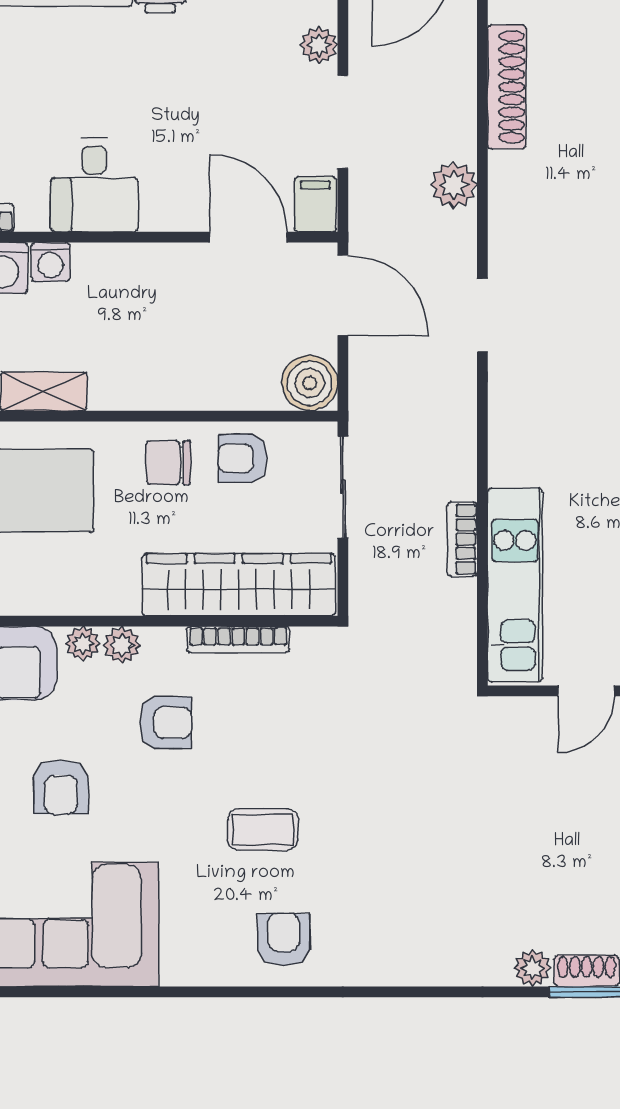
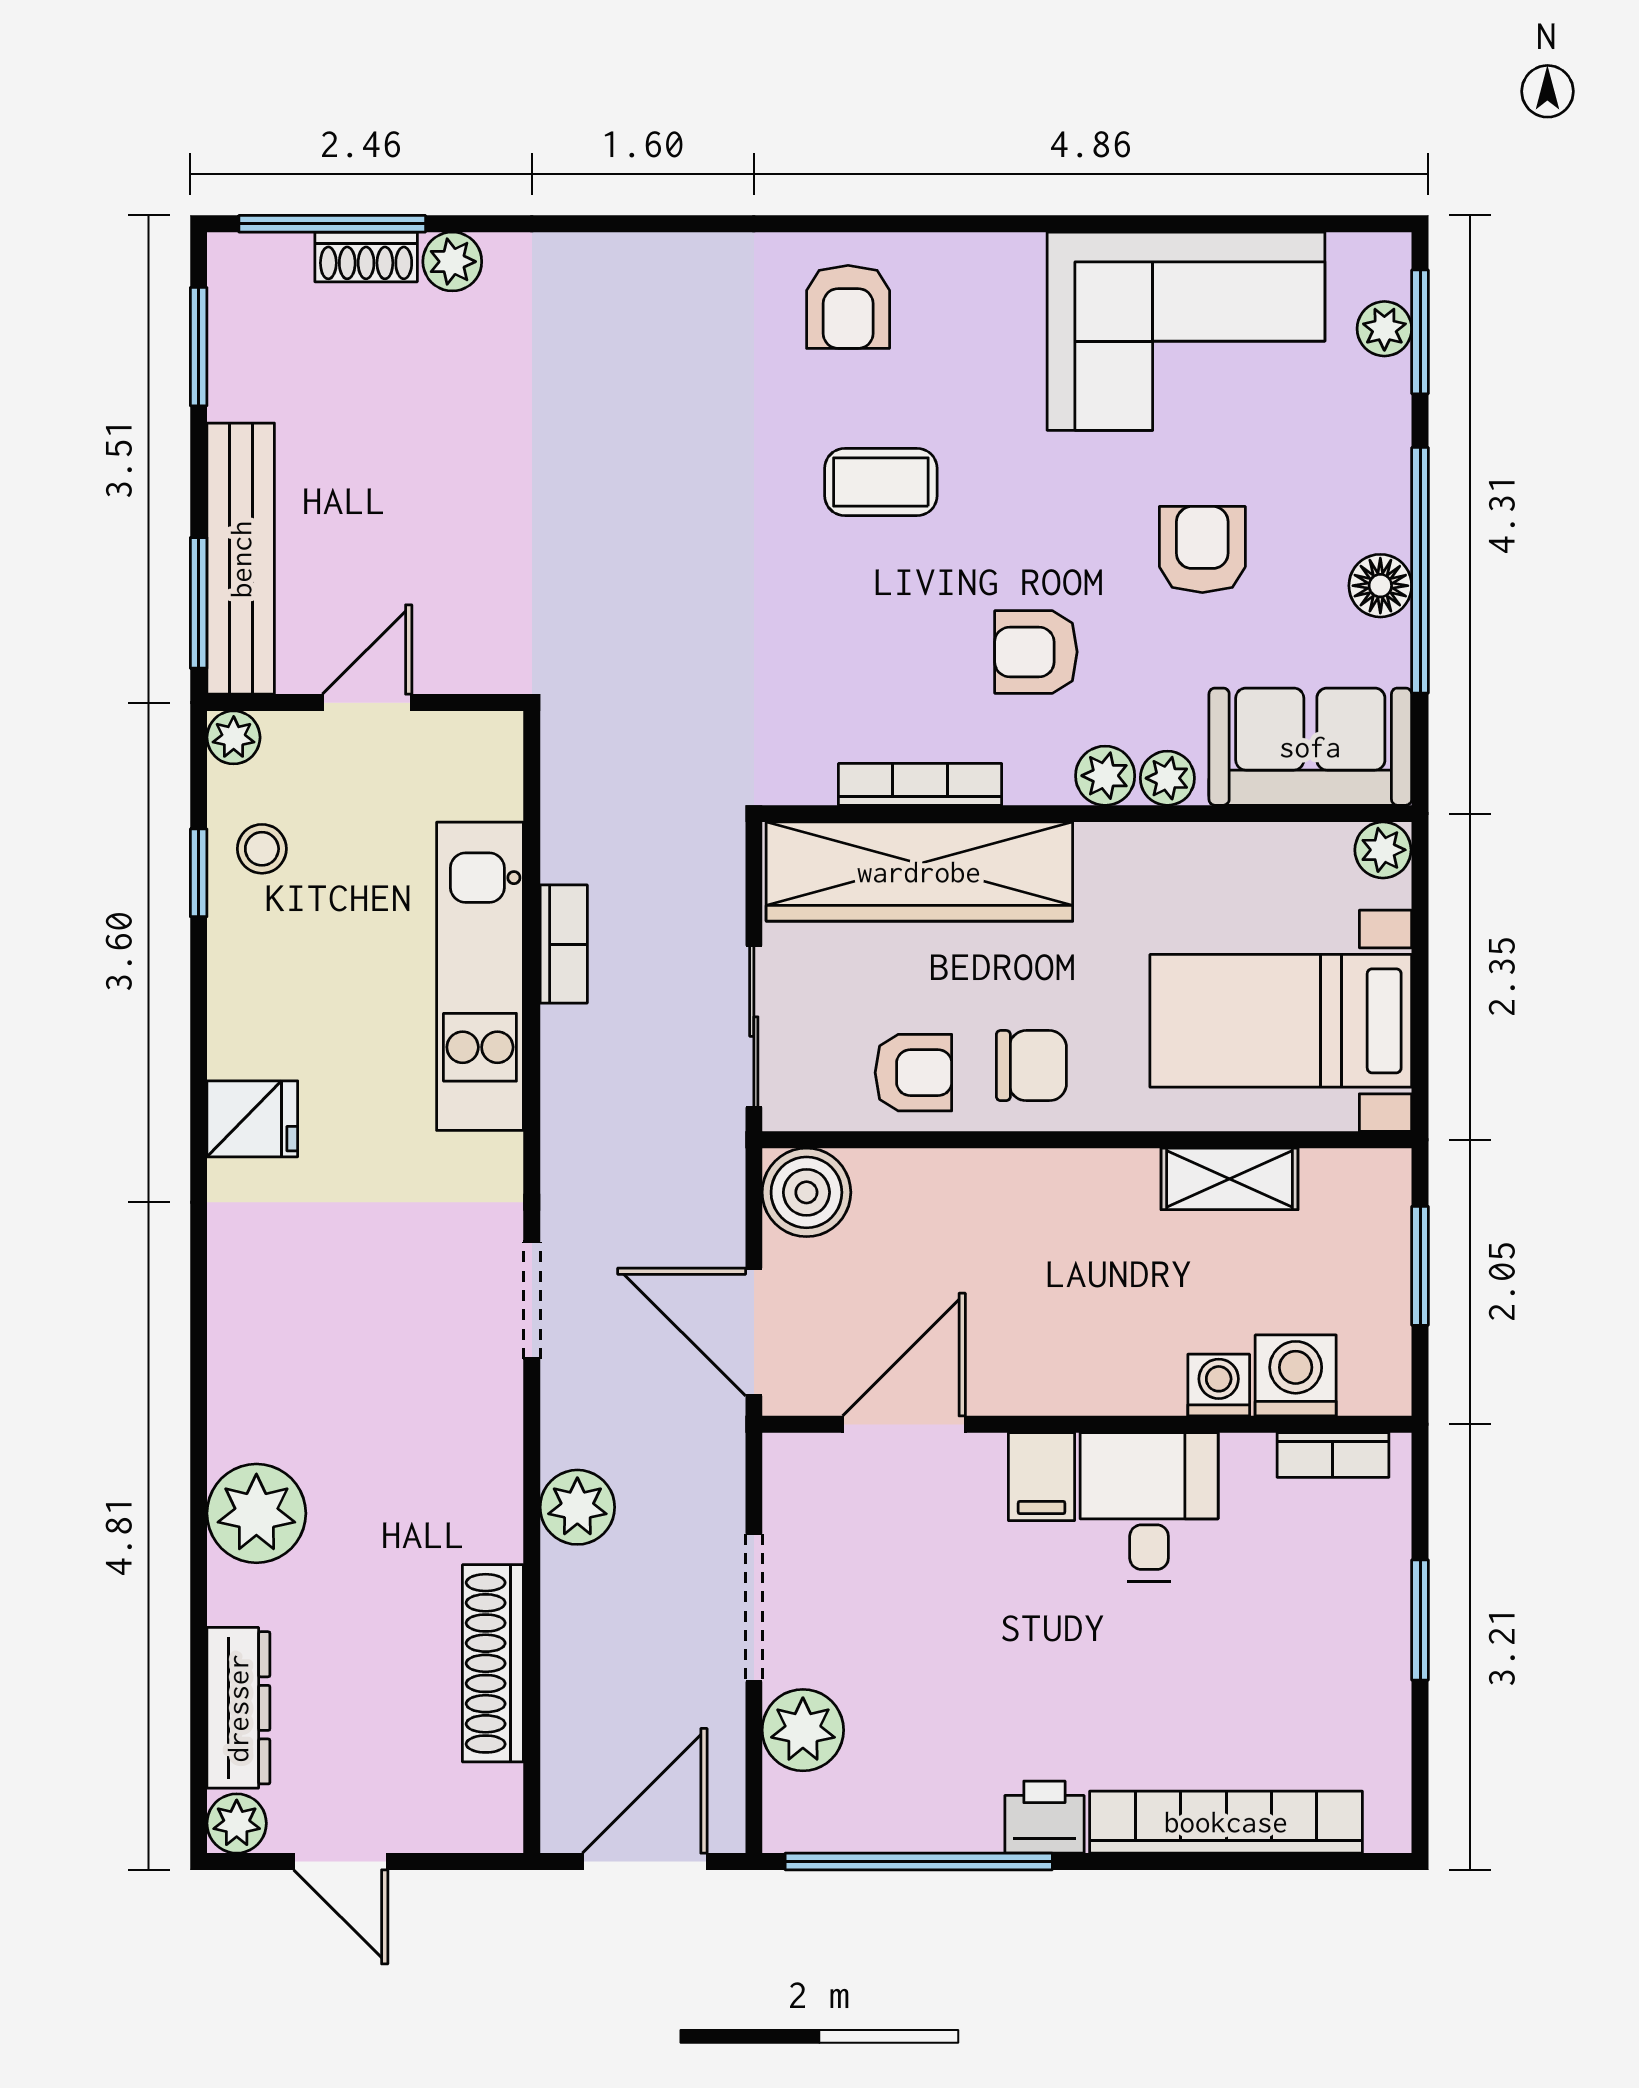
plant: (319, 45) -> (803, 1730), width x1.38, depth x1.38
filing cabinet: (315, 204) -> (1041, 1477), moved
door: (248, 237) -> (904, 1424), swing flipped
kitchen unit: (515, 585) -> (480, 976), moved

